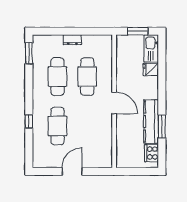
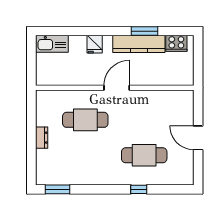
window: (138, 31) -> (31, 60), removed
fridge: (151, 69) -> (95, 44), moved
cafe table: (57, 77) -> (85, 155), removed

